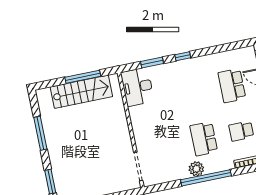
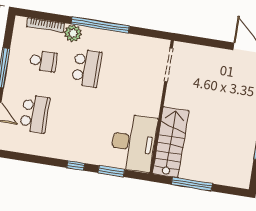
desk: (137, 87) -> (133, 143), width x1.36, depth x1.30
stairs: (81, 92) -> (171, 142), moved, turned 90
plant: (196, 169) -> (73, 33), moved

